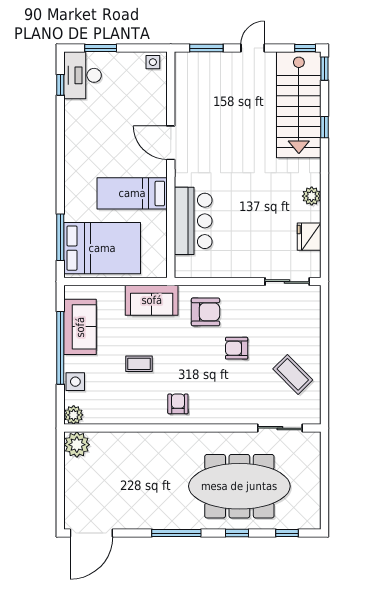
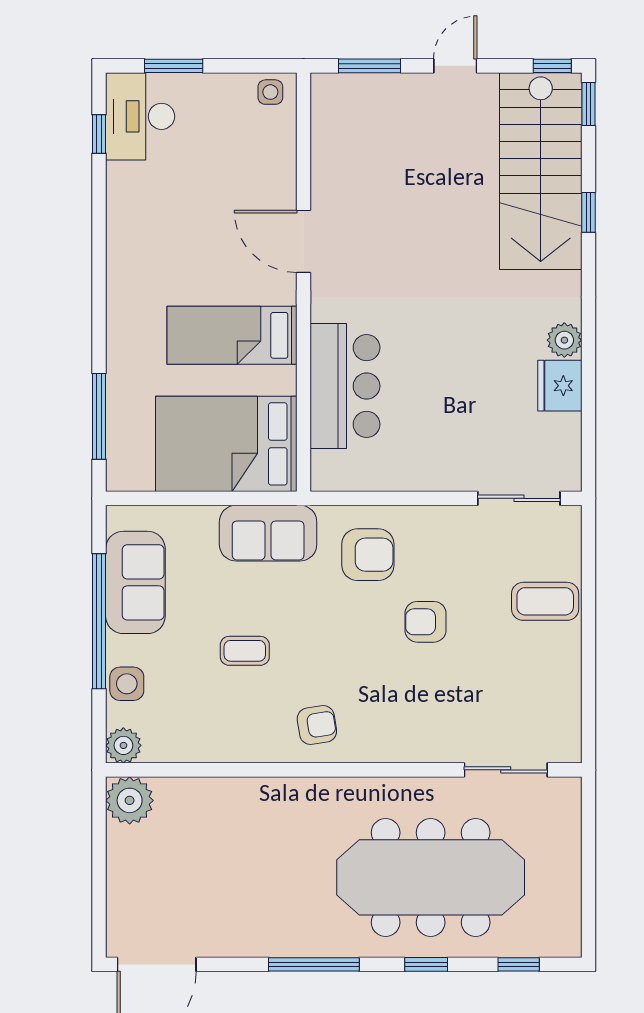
fridge: (309, 237) -> (560, 386), moved
bed: (102, 248) -> (226, 444), moved, turned 180
coffee table: (293, 374) -> (545, 601), moved, turned -45
armchair: (178, 404) -> (317, 725), turned 81

